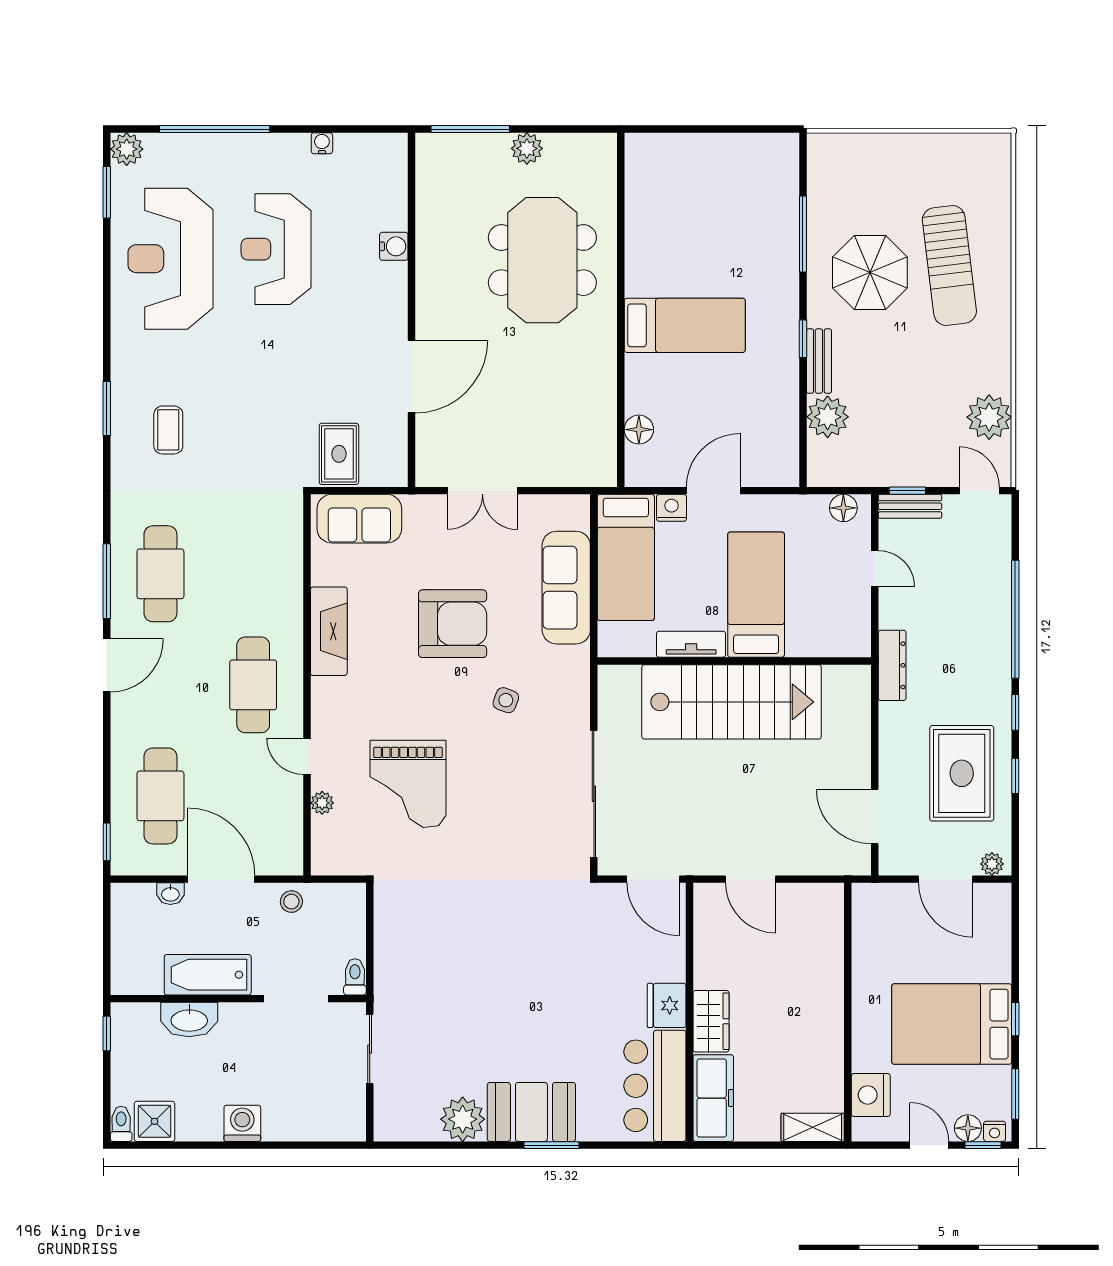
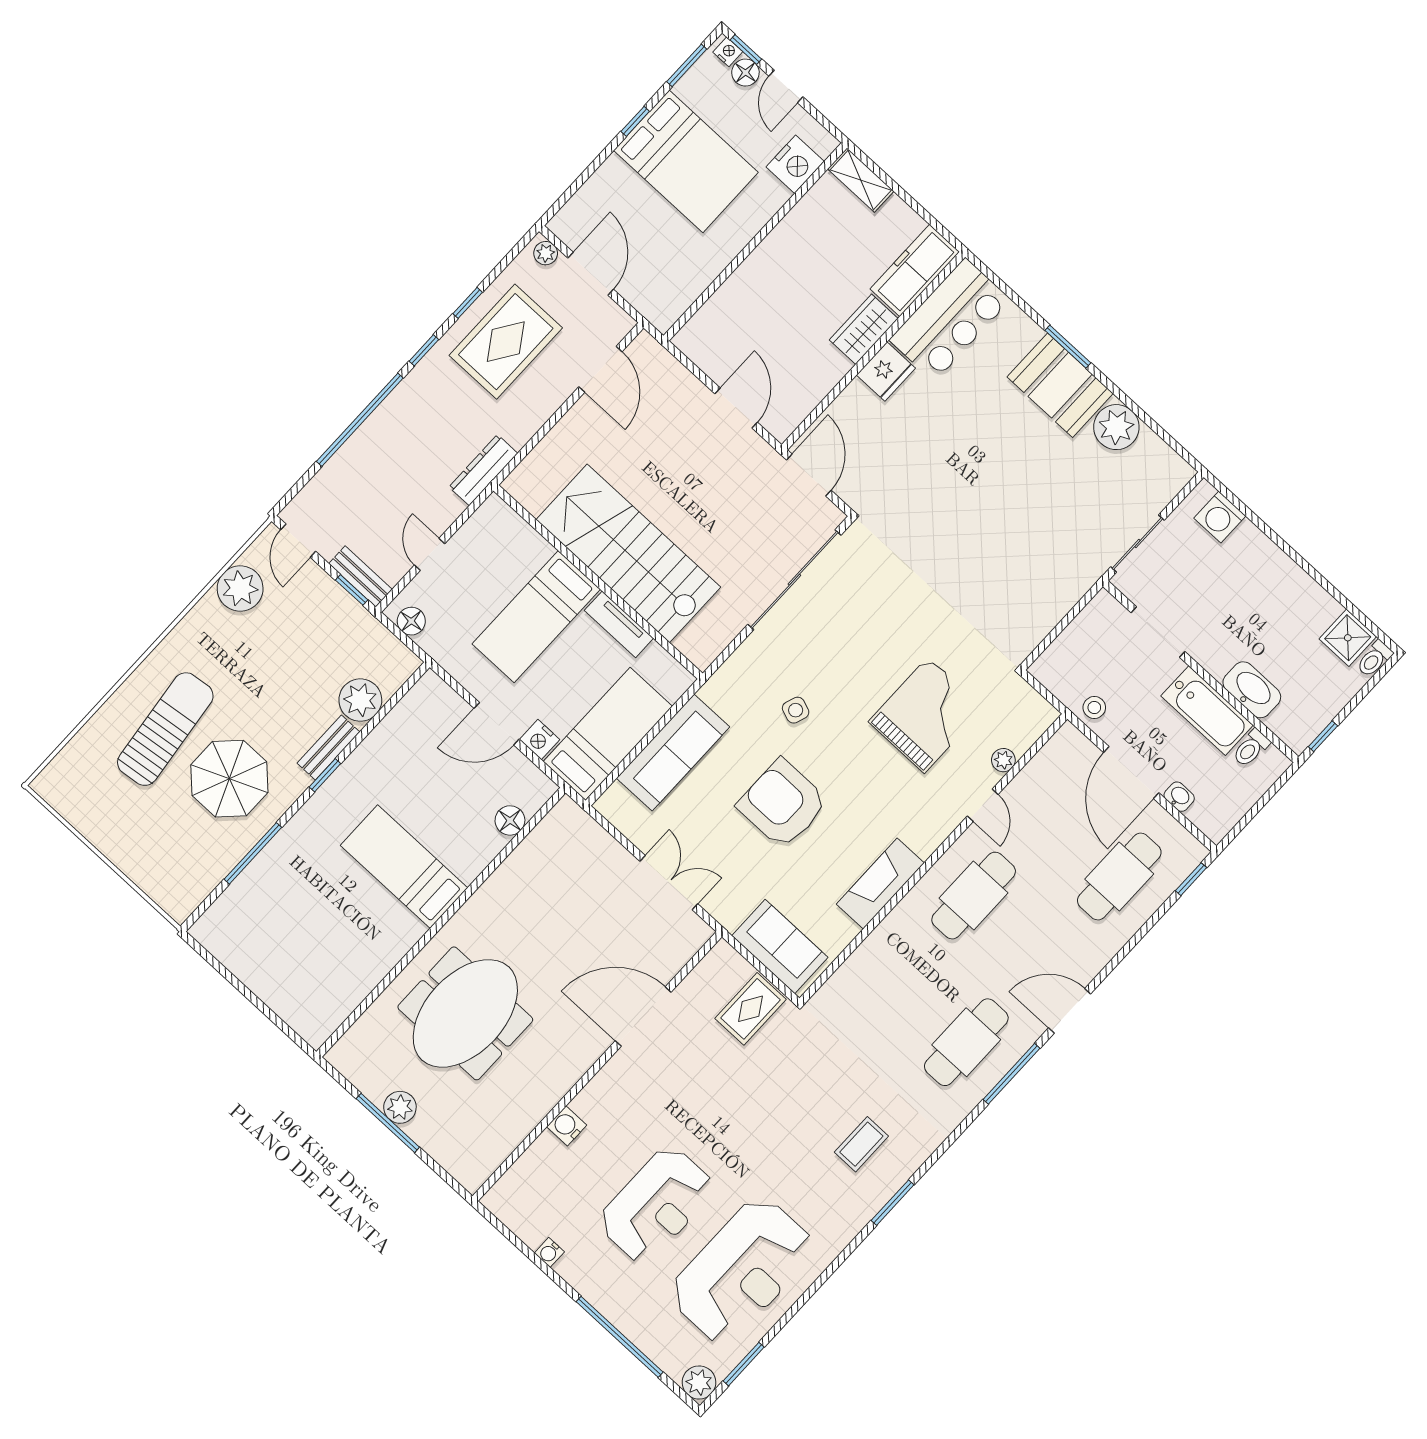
window: (470, 129) -> (388, 1123), moved
toilet: (355, 977) -> (1251, 748), moved
washing machine: (242, 1123) -> (1220, 517), moved

